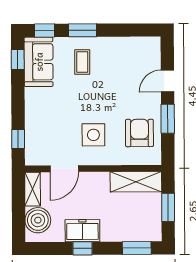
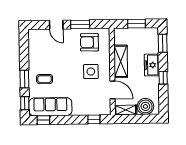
sofa: (39, 62) -> (50, 107), width x1.36
shelving: (136, 182) -> (121, 61), moved
freezer: (82, 231) -> (152, 65), moved

